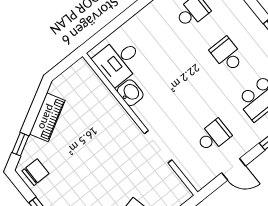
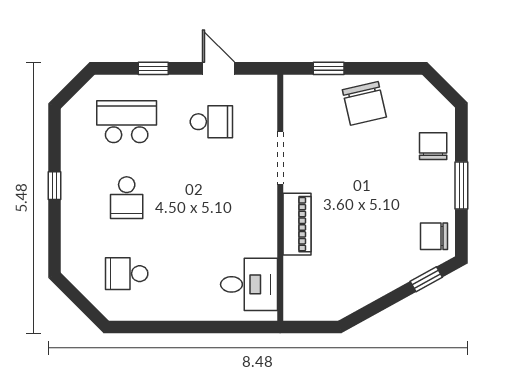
washbasin: (130, 93) -> (264, 240), removed
piano: (47, 117) -> (297, 224), moved, turned 119
school desk: (213, 136) -> (211, 122), turned 180

